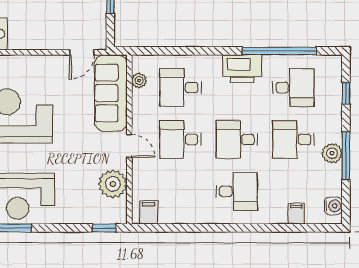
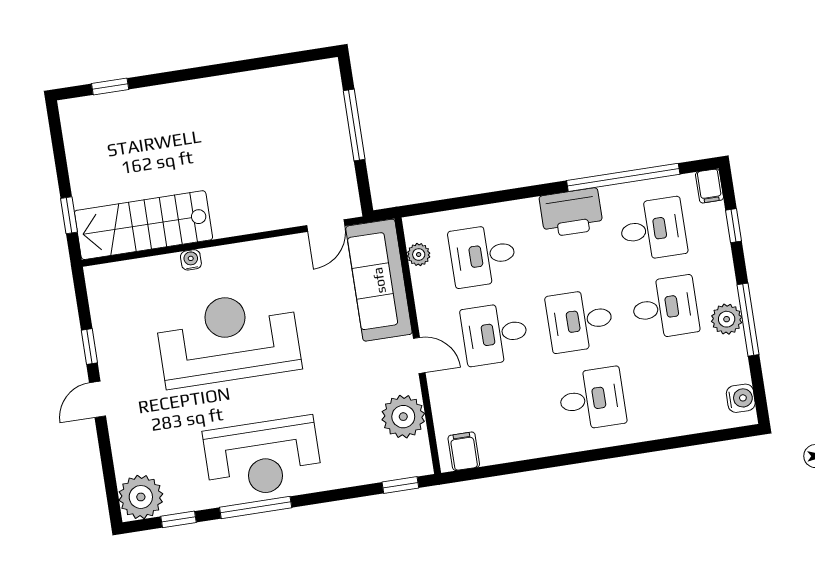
desk: (293, 139) -> (665, 307), turned 180
filing cabinet: (296, 214) -> (710, 186), moved, turned 180

